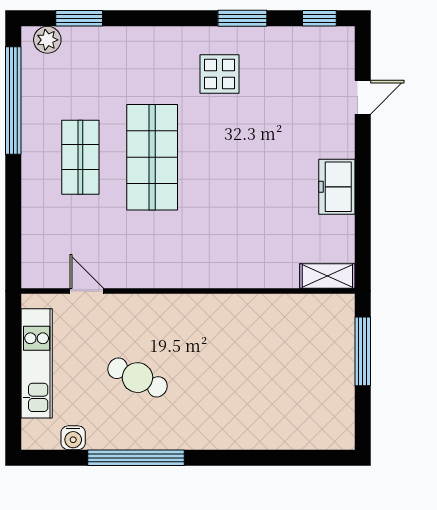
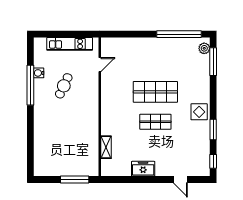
window: (79, 18) -> (213, 62), width x1.44
display table: (219, 74) -> (199, 112), moved
shop shelf: (80, 157) -> (155, 122), moved
shelving: (327, 276) -> (106, 147), moved
water cooler: (73, 438) -> (39, 73), moved

